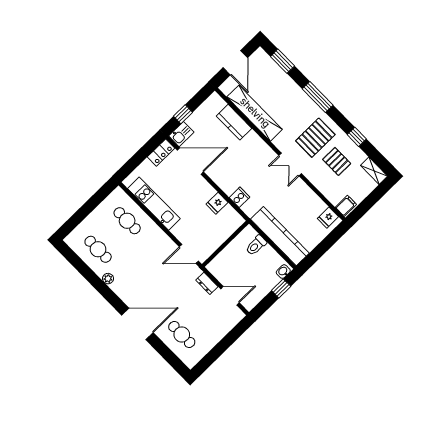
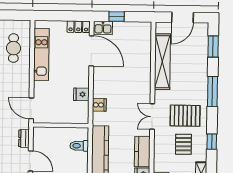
kitchen counter: (234, 122) -> (142, 152), moved

